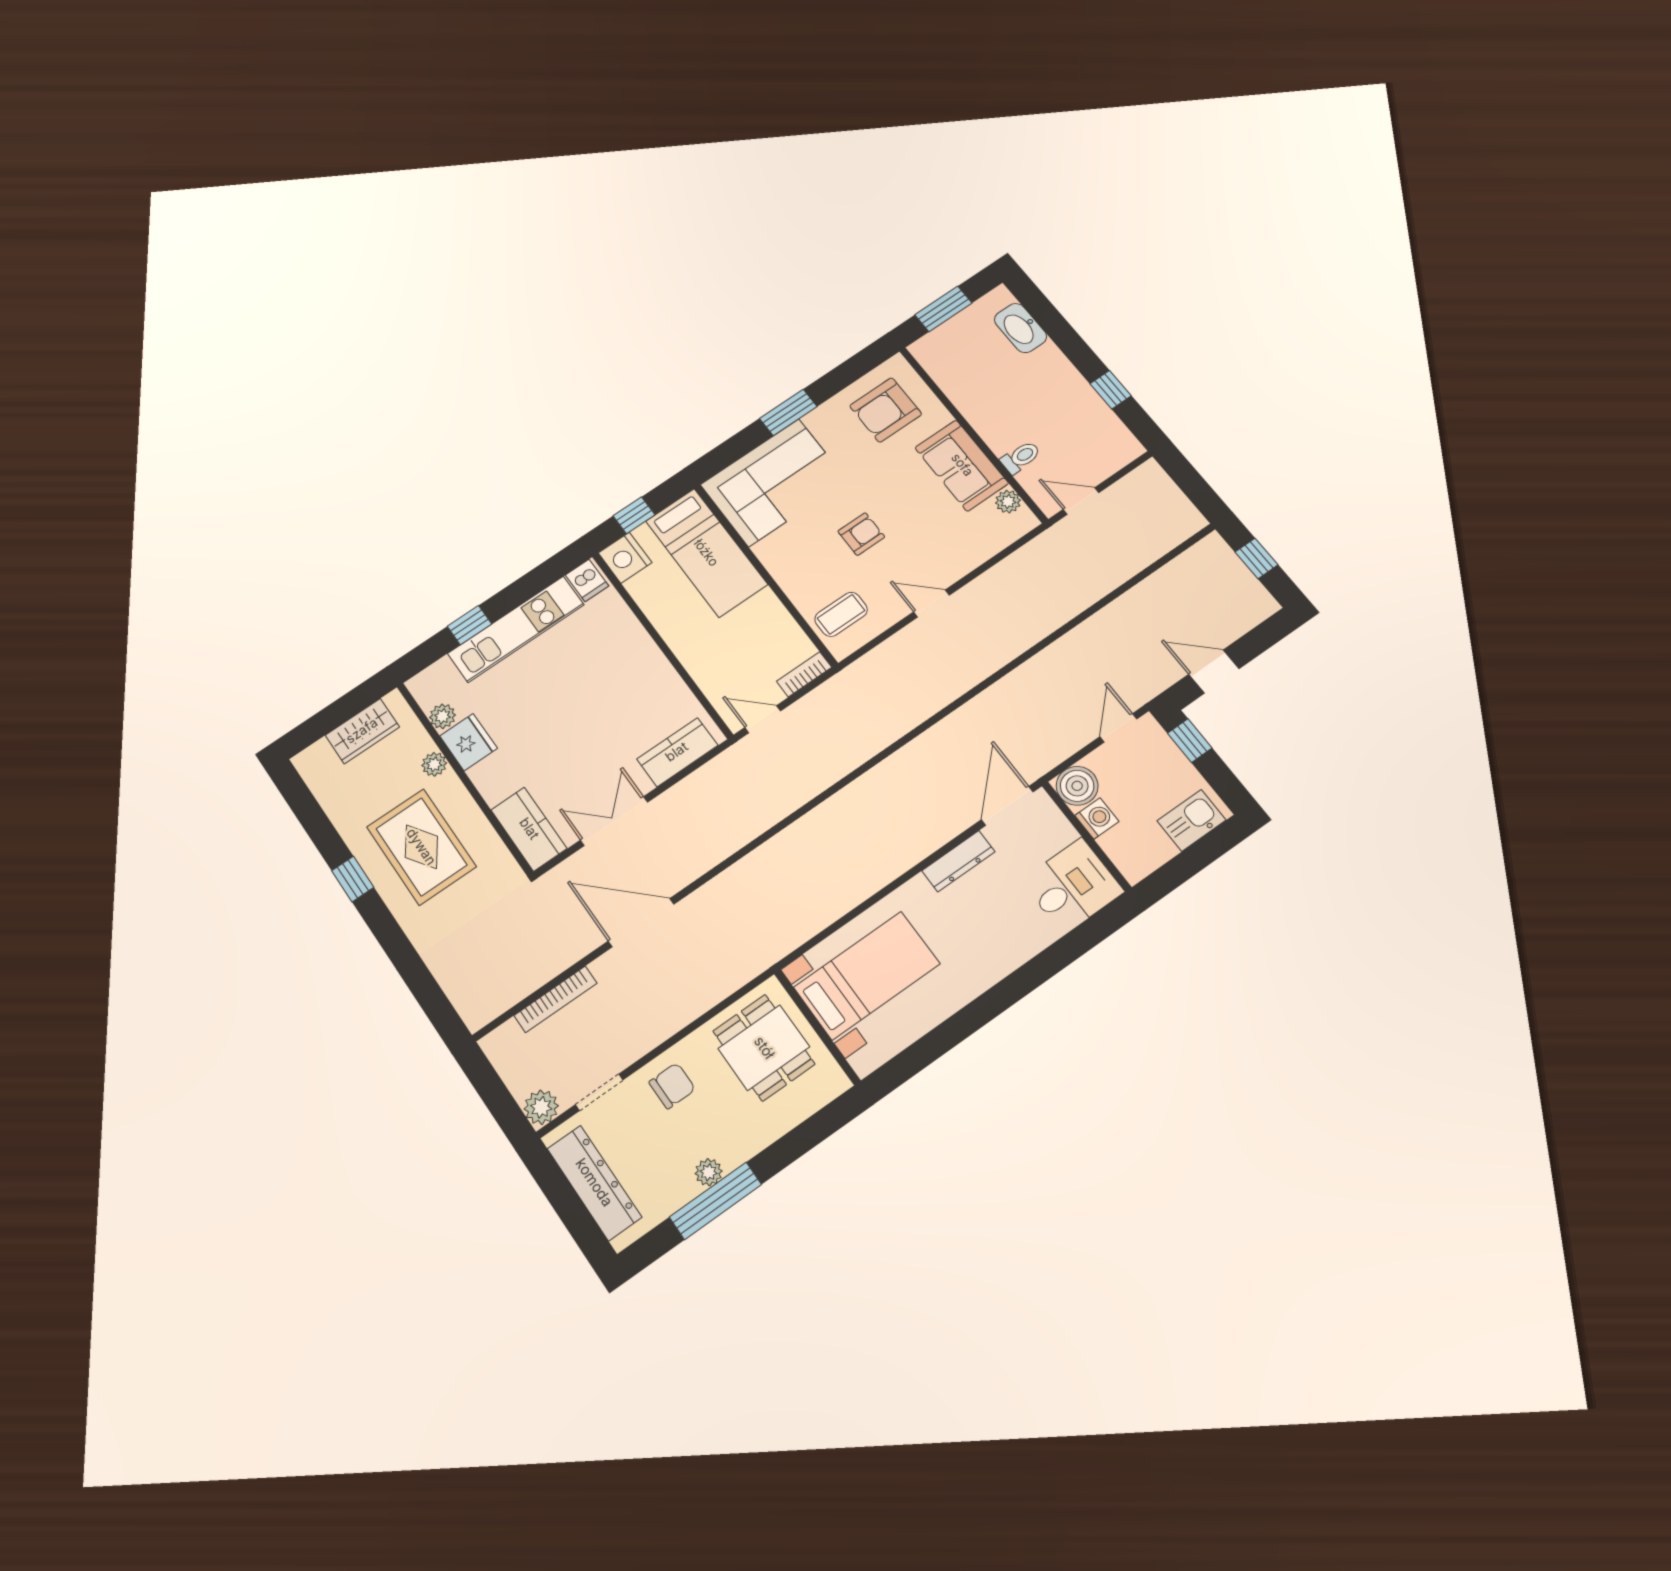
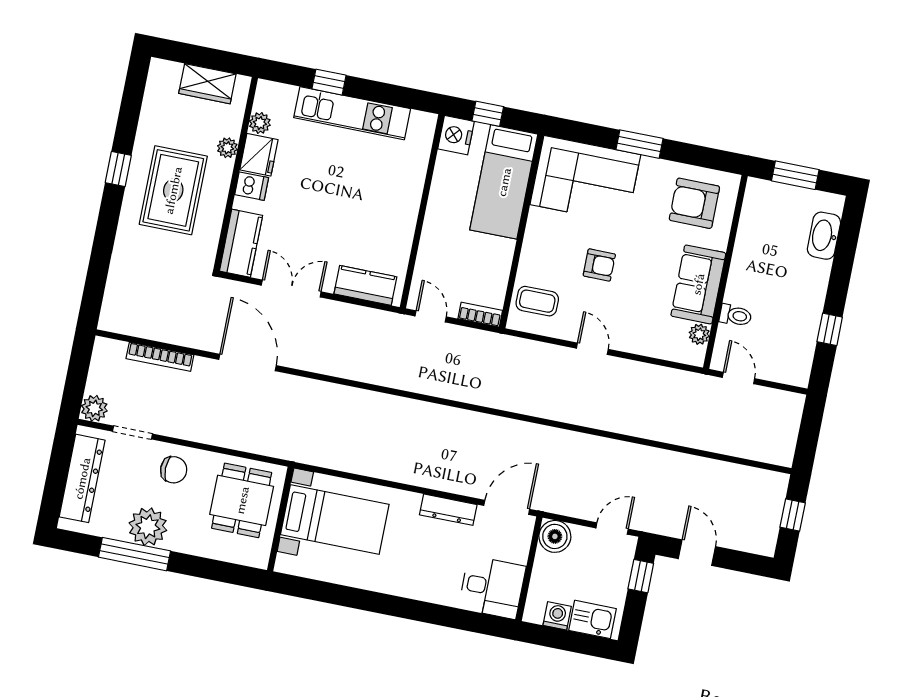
dishwasher: (587, 580) -> (252, 186), moved, turned -90
washing machine: (1097, 818) -> (557, 616), moved, turned -90
plant: (709, 1172) -> (148, 527), width x1.88, depth x1.88

